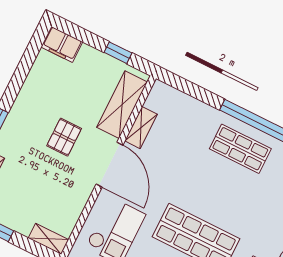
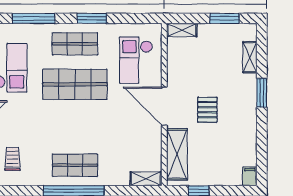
filing cabinet: (62, 44) -> (250, 176), width x0.50
shelving: (141, 128) -> (146, 179), moved, turned 90

